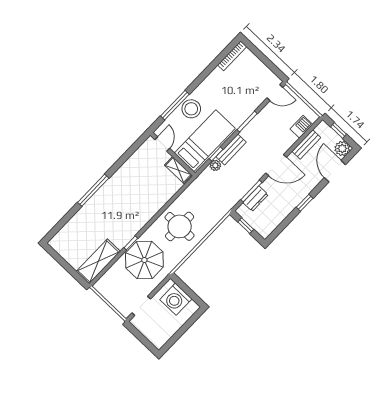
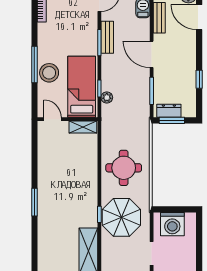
window: (175, 105) -> (34, 64), moved
bench: (231, 149) -> (107, 37), moved
door: (276, 165) -> (152, 54), swing flipped
window: (93, 190) -> (34, 202), width x0.69
dresser: (256, 199) -> (169, 111), moved, turned -90
window: (305, 203) -> (199, 79), moved
window: (246, 226) -> (172, 120), width x1.50

